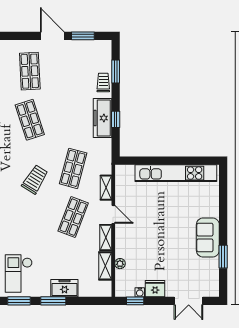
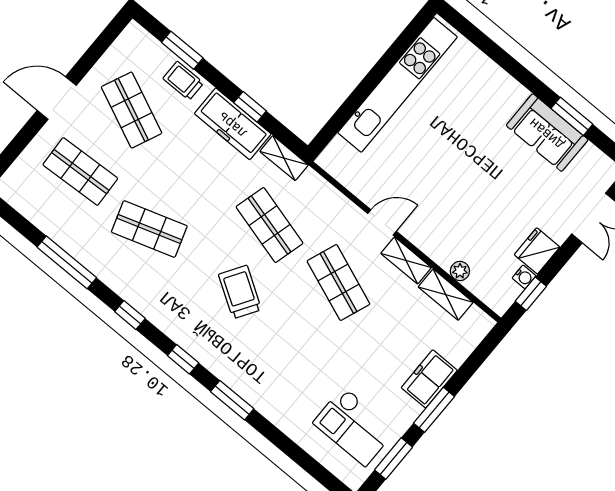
window: (83, 36) -> (93, 55), removed
shop shelf: (73, 71) -> (132, 110), added
shelving: (106, 188) -> (284, 158), moved
sofa: (208, 238) -> (547, 133), moved

